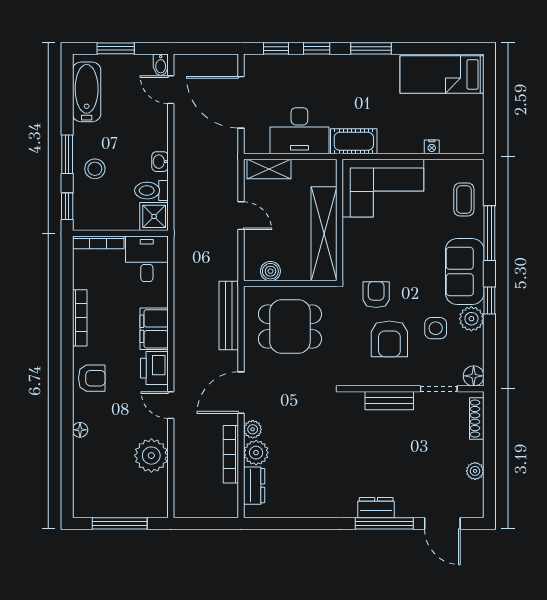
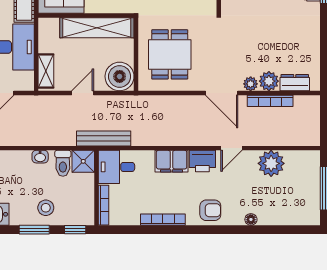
boiler: (270, 271) -> (120, 76), width x1.86, depth x1.86
bench: (229, 316) -> (104, 139), moved
armchair: (92, 378) -> (210, 210), turned 90

